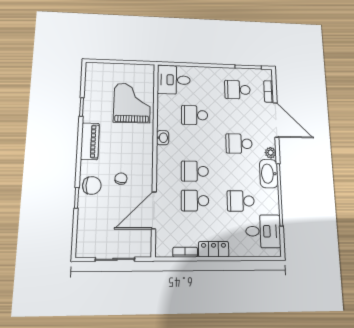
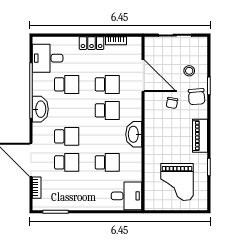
school desk: (237, 90) -> (67, 162), moved
grand piano: (132, 103) -> (177, 182), moved
washbasin: (163, 138) -> (134, 134), width x1.91, depth x1.45
plant: (271, 153) -> (38, 129), removed
chair: (92, 185) -> (197, 97), turned -94
door: (154, 210) -> (143, 76), hinge flipped
stool: (99, 216) -> (189, 71), added

